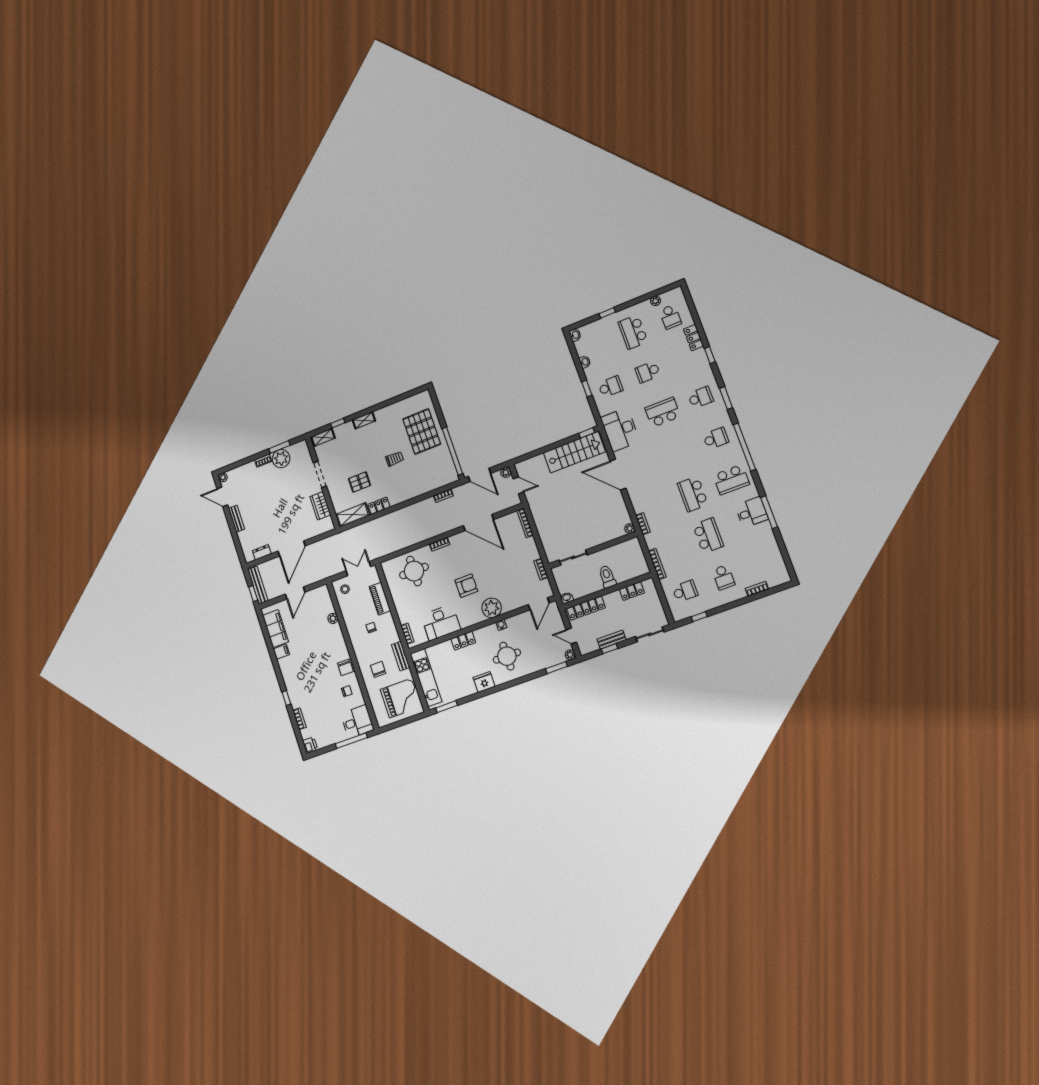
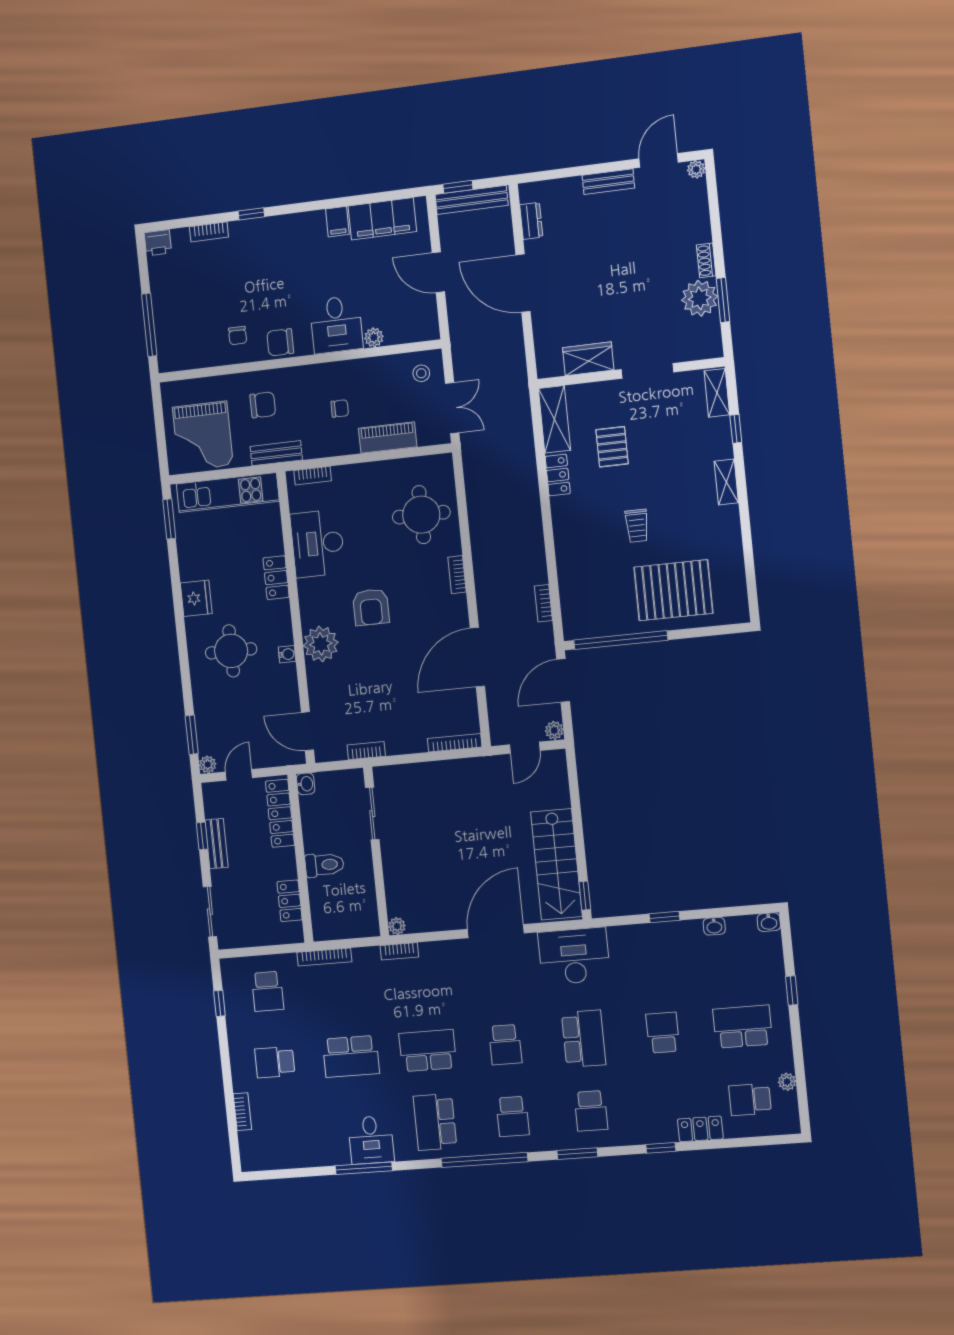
school desk: (610, 387) -> (505, 1045), moved
desk: (357, 722) -> (336, 325), moved

